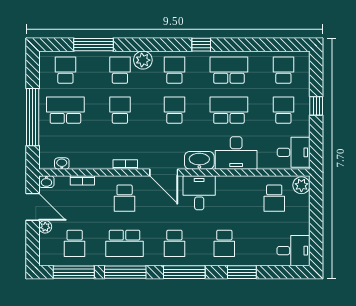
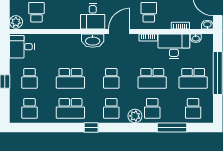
school desk: (120, 110) -> (152, 78), width x1.85
desk: (236, 153) -> (174, 46), moved
door: (164, 172) -> (119, 32), hinge flipped

